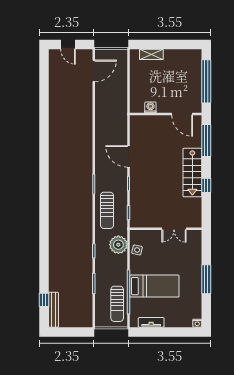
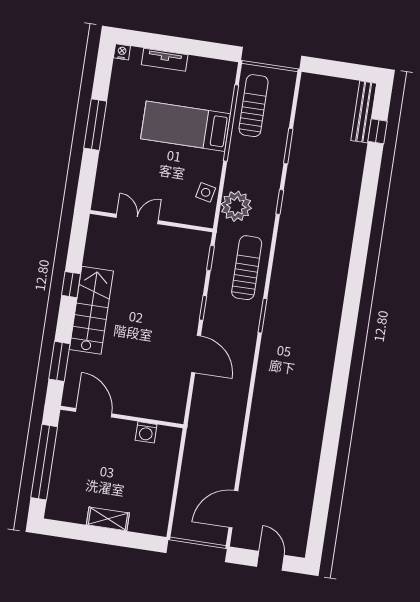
shelving: (151, 54) -> (108, 519), moved
window: (206, 140) -> (59, 361), width x0.69
tv unit: (151, 322) -> (165, 60), moved

